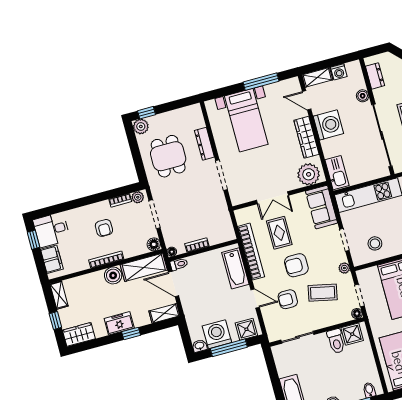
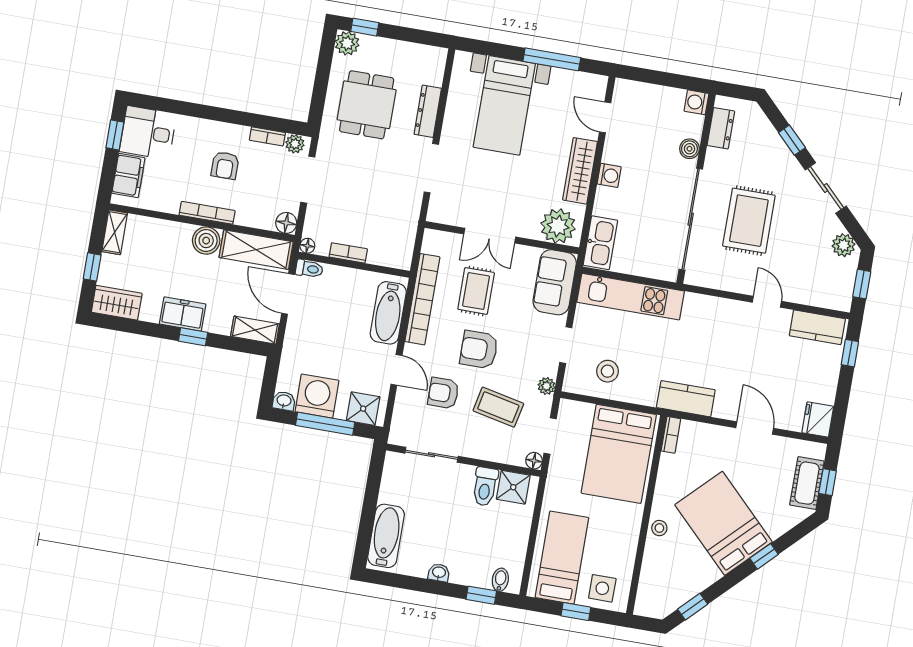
washing machine: (339, 72) -> (696, 102), moved, turned 90
shelving: (317, 77) -> (636, 91), removed
washing machine: (328, 125) -> (609, 175), width x0.53, depth x0.53

